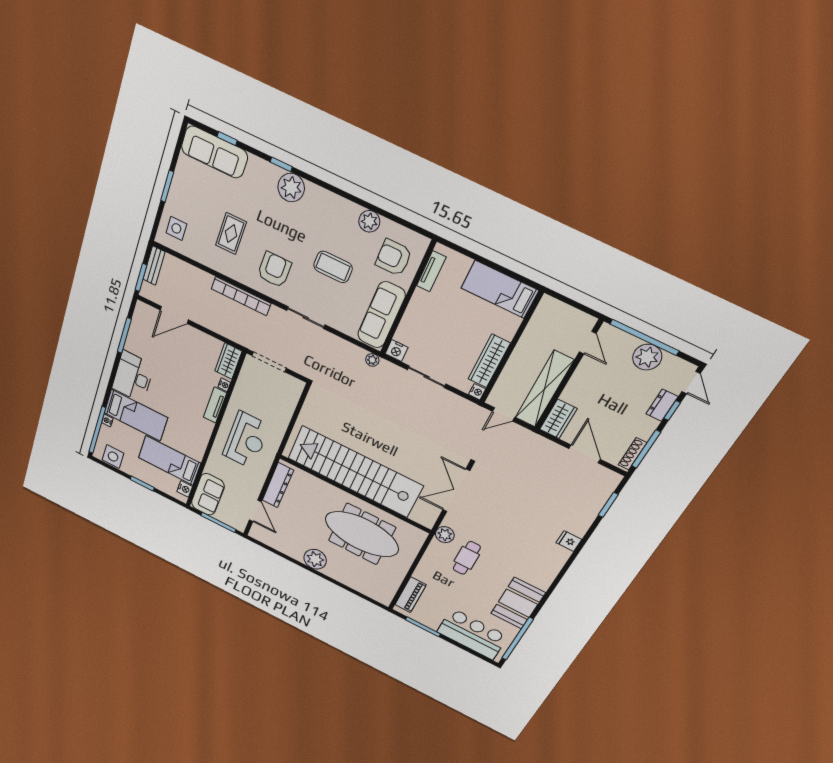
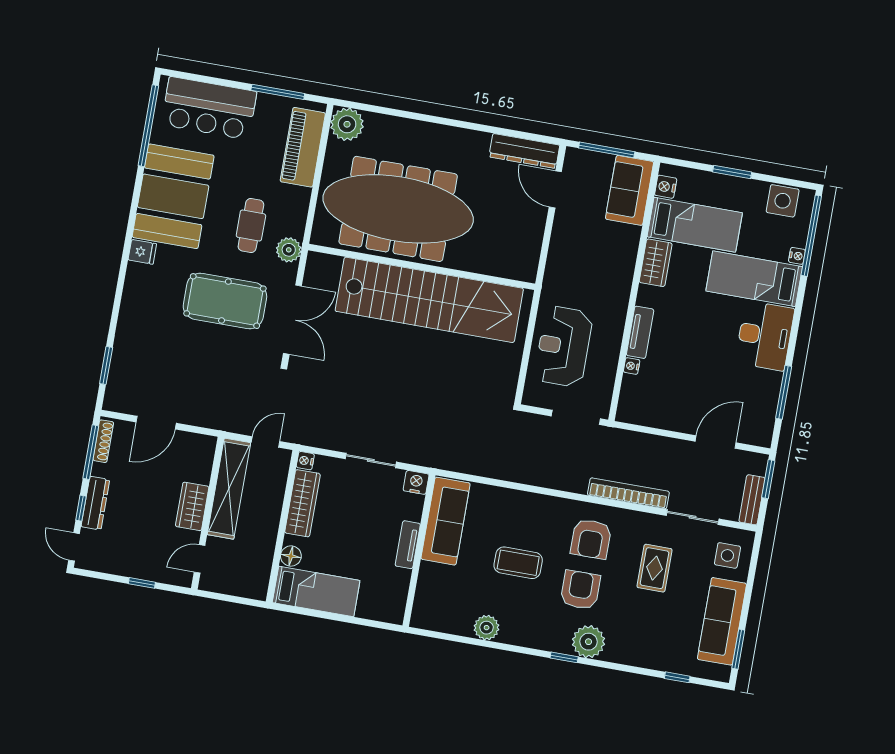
sofa: (214, 152) -> (722, 621), moved, turned -90
window: (281, 164) -> (564, 657), moved
window: (167, 186) -> (738, 649), moved
armchair: (394, 258) -> (580, 590), moved, turned -90
tv unit: (431, 271) -> (408, 545), moved
sliding door: (306, 318) -> (693, 517), moved
floor lamp: (511, 323) -> (291, 556), added
window: (644, 337) -> (142, 583), width x0.32
door: (588, 343) -> (200, 559), hinge flipped
plant: (647, 357) -> (131, 562), removed
plant: (372, 360) -> (443, 461), removed
wardrobe: (228, 361) -> (656, 263), moved
dresser: (662, 405) -> (95, 503), width x1.44
wardrobe: (558, 419) -> (192, 506), moved
reception desk: (246, 440) -> (564, 346), moved
door: (585, 454) -> (156, 423), hinge flipped
dresser: (278, 485) -> (524, 151), moved, turned -90
pool table: (502, 518) -> (225, 301), added
meeting table: (362, 534) -> (398, 209), width x1.36, depth x1.27
fridge: (569, 541) -> (142, 252), moved
plant: (315, 559) -> (347, 124), moved
piano: (410, 595) -> (303, 147), width x1.37, depth x1.33
booth: (518, 603) -> (173, 196), width x1.36, depth x1.42

